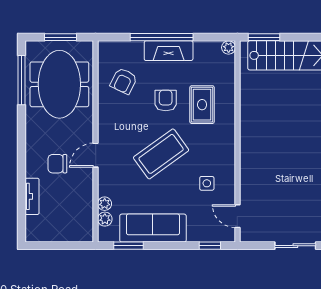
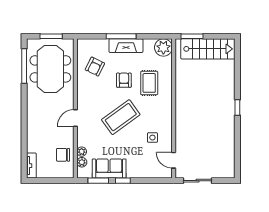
window: (162, 37) -> (121, 36), width x0.68
plant: (229, 47) -> (163, 47), width x1.87, depth x1.87
chair: (57, 164) -> (63, 155), moved
tv unit: (32, 196) -> (31, 166), moved
sofa: (153, 228) -> (109, 168), width x0.73
window: (210, 246) -> (123, 181), moved
sliding door: (295, 246) -> (197, 181), moved

